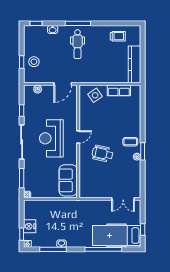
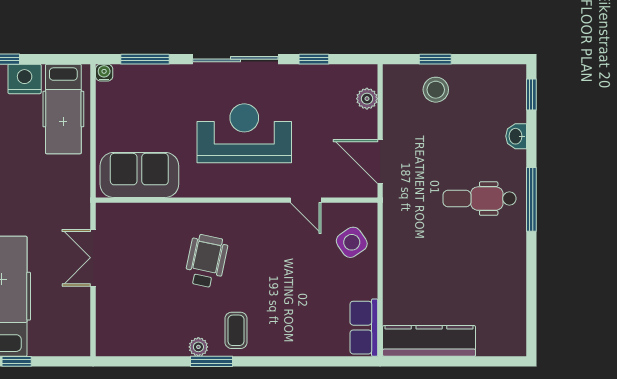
trolley: (118, 36) -> (500, 299), removed
row of seats: (119, 90) -> (364, 328), moved
door: (78, 137) -> (306, 200), moved
double door: (123, 199) -> (93, 258), moved
hospital bed: (42, 211) -> (63, 109), added

